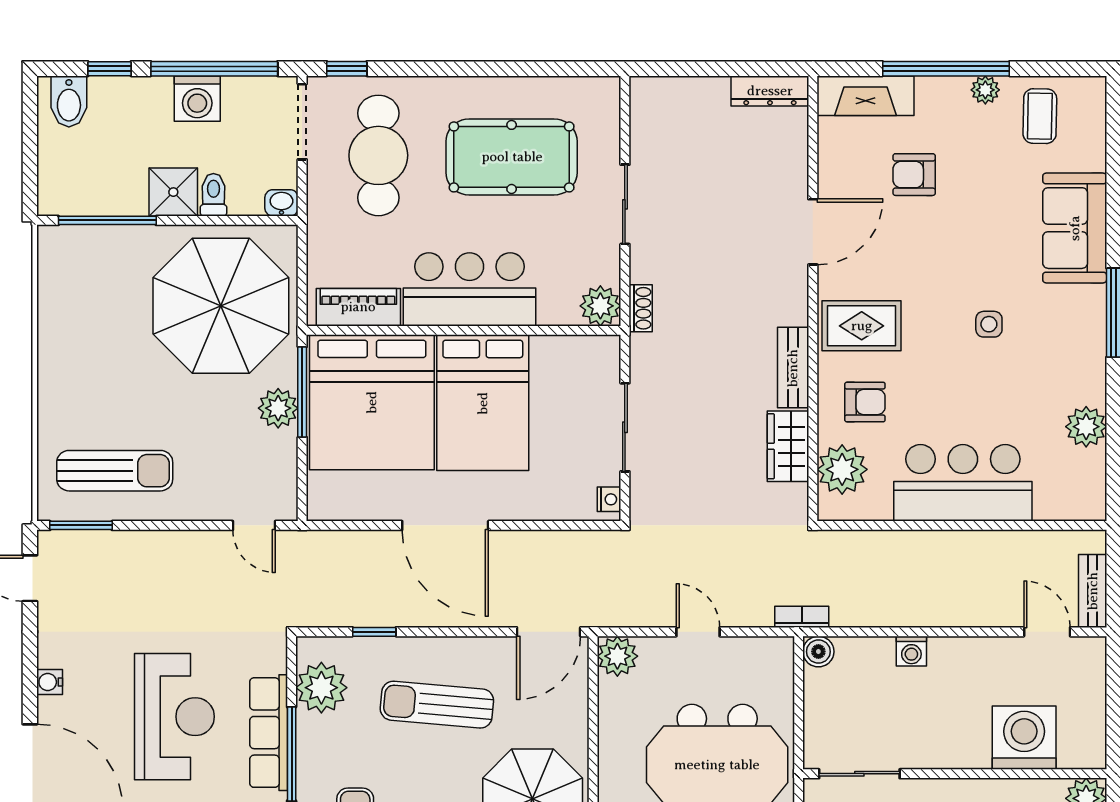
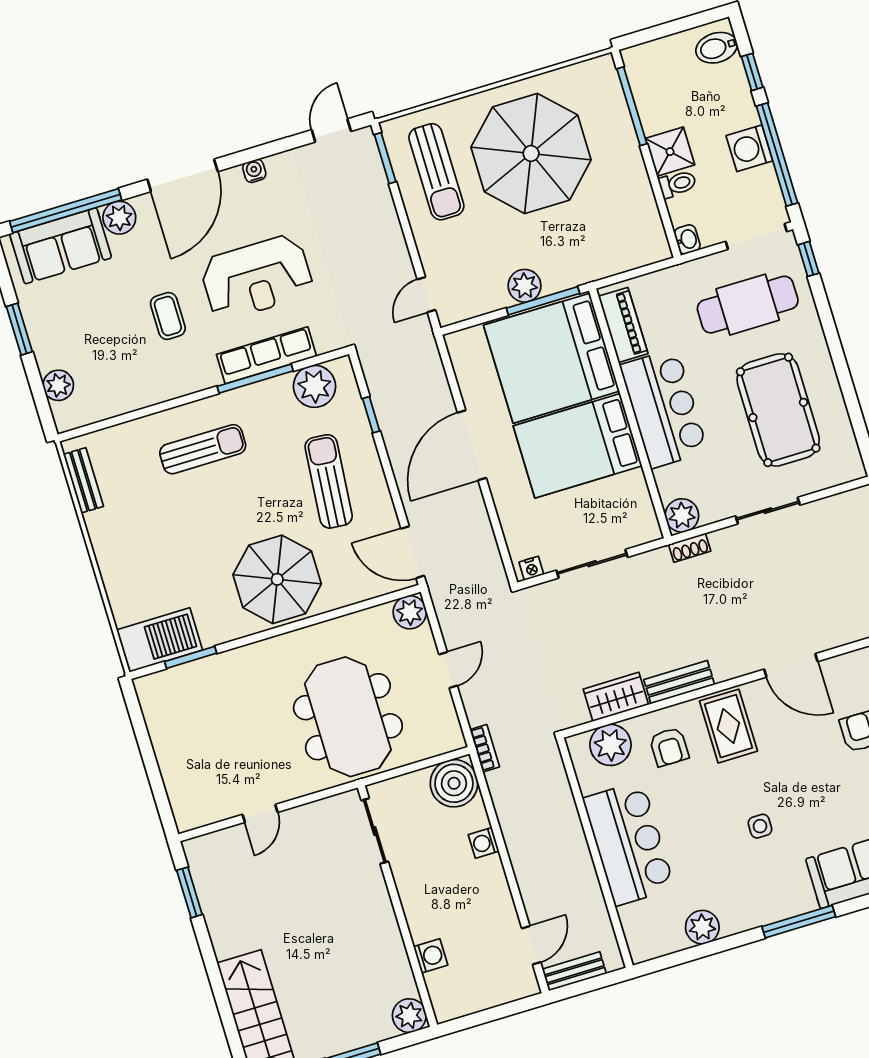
parasol: (221, 306) -> (531, 153), moved
boiler: (818, 652) -> (454, 783), width x1.86, depth x1.86
washing machine: (1024, 738) -> (431, 956), width x0.53, depth x0.53

